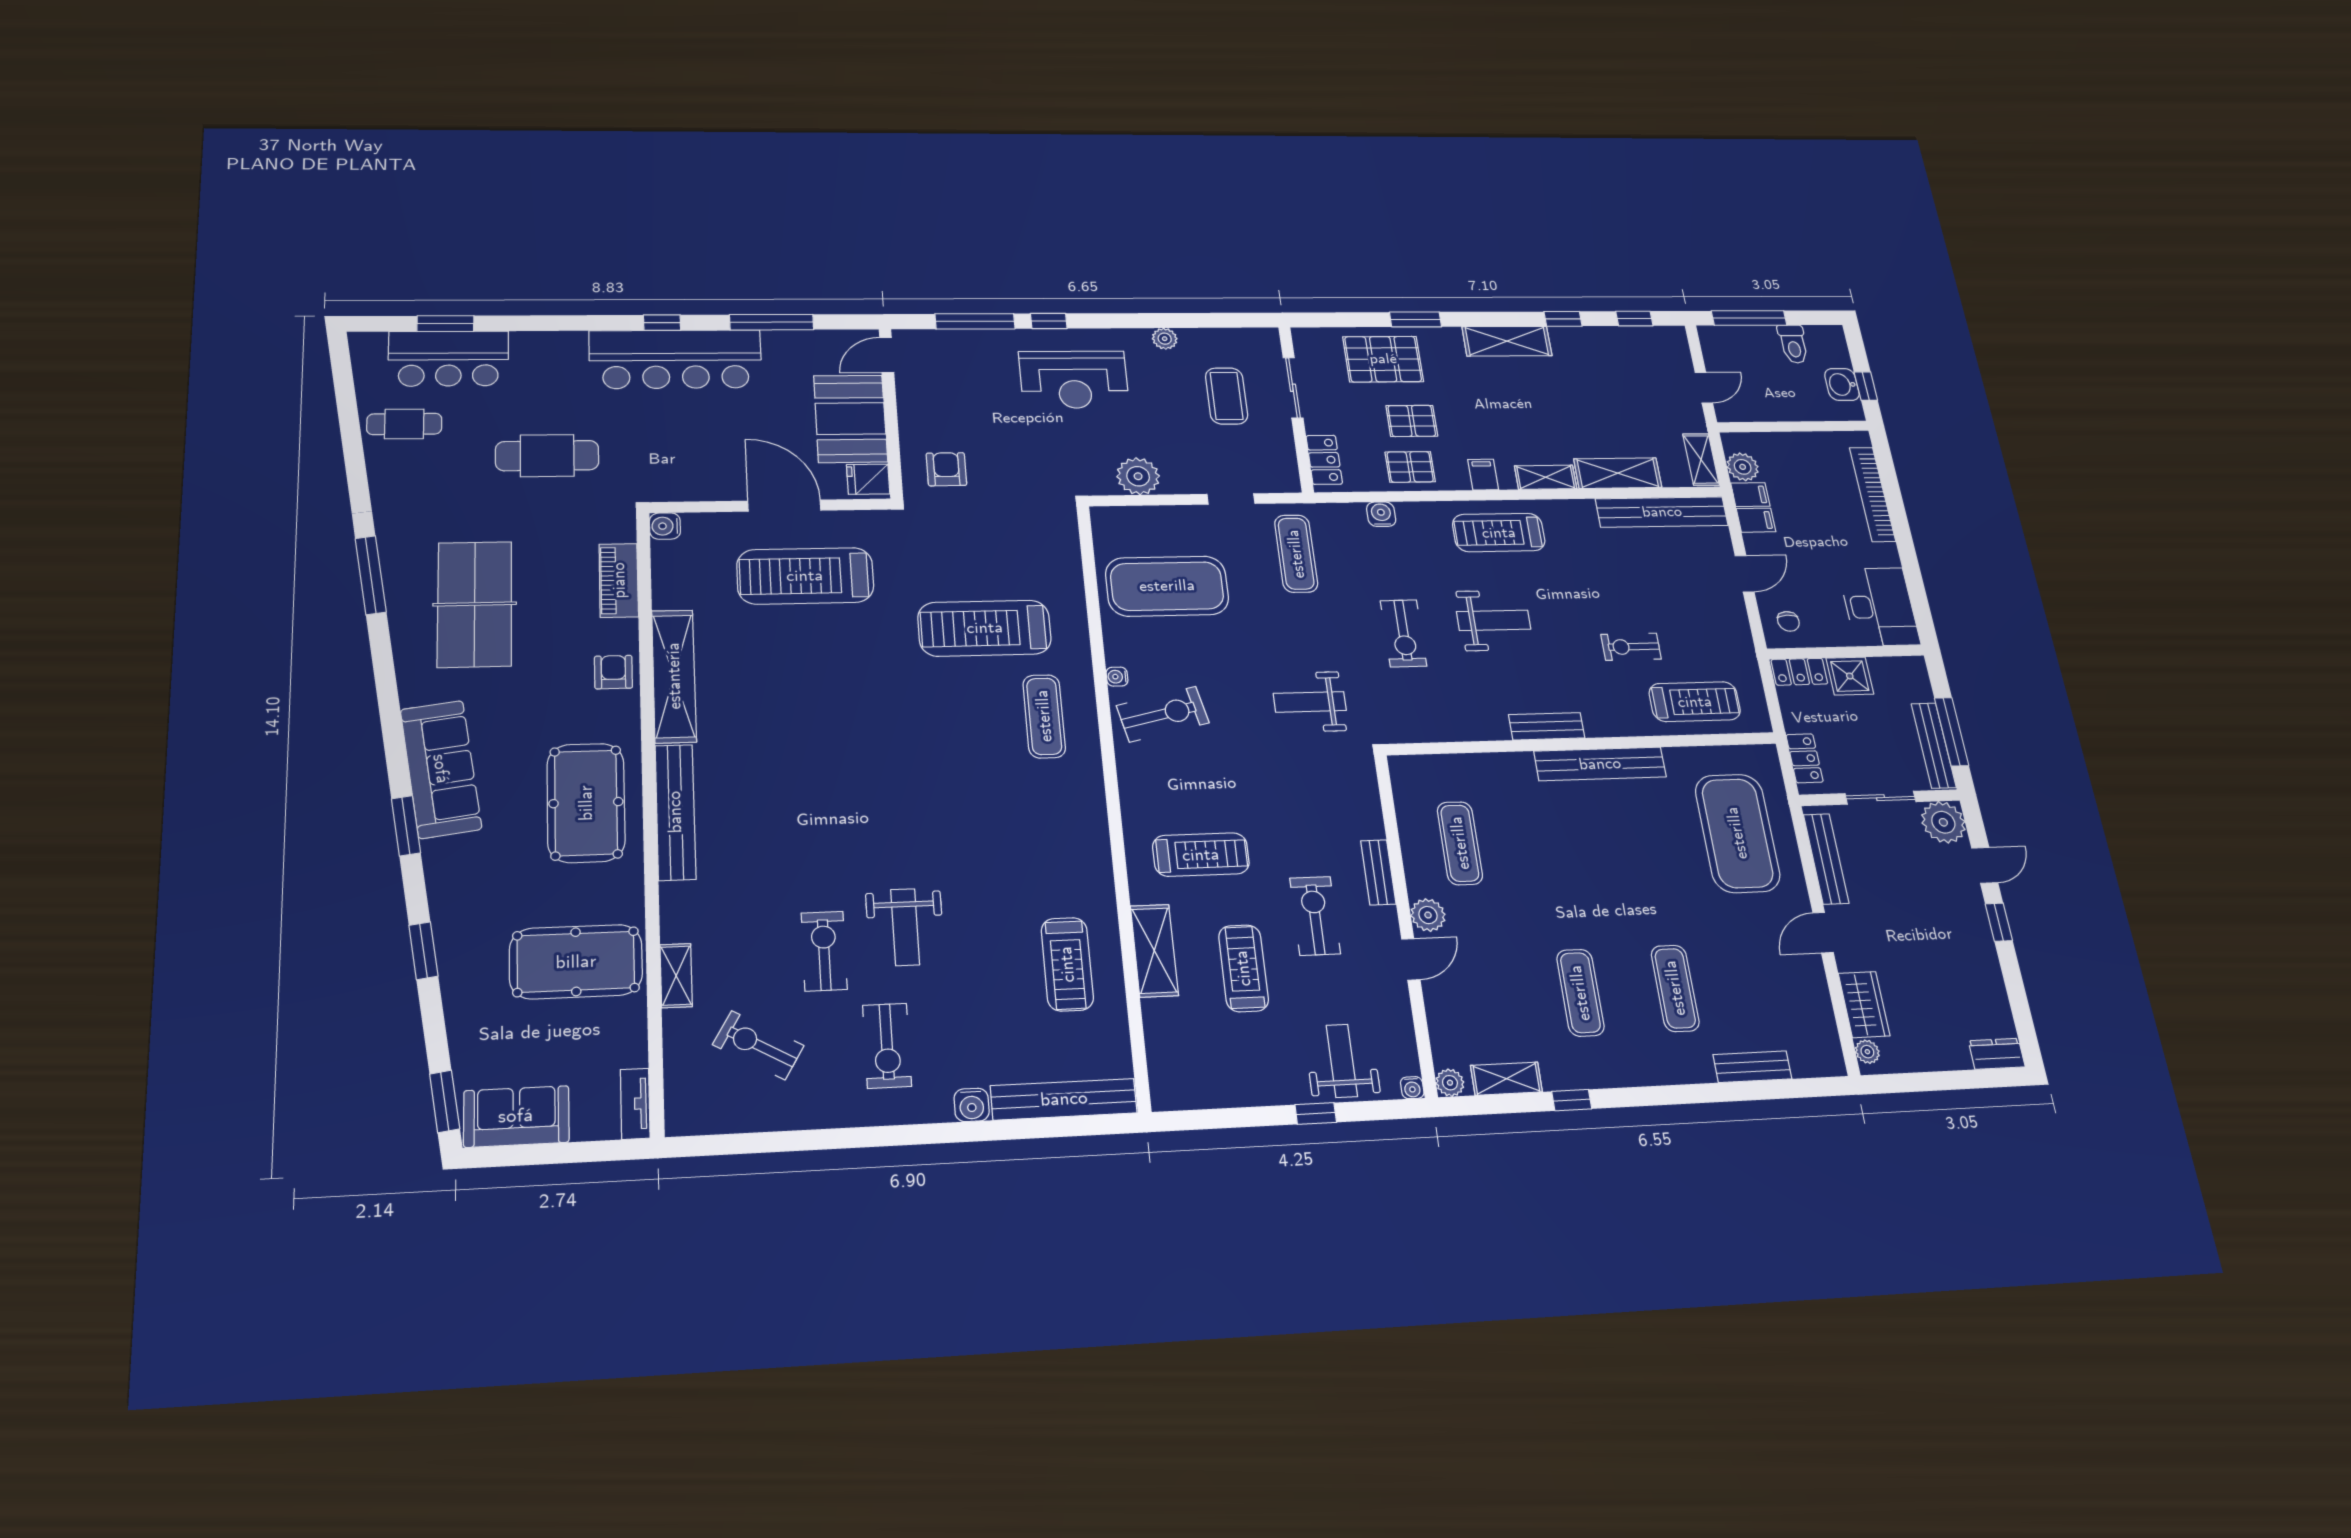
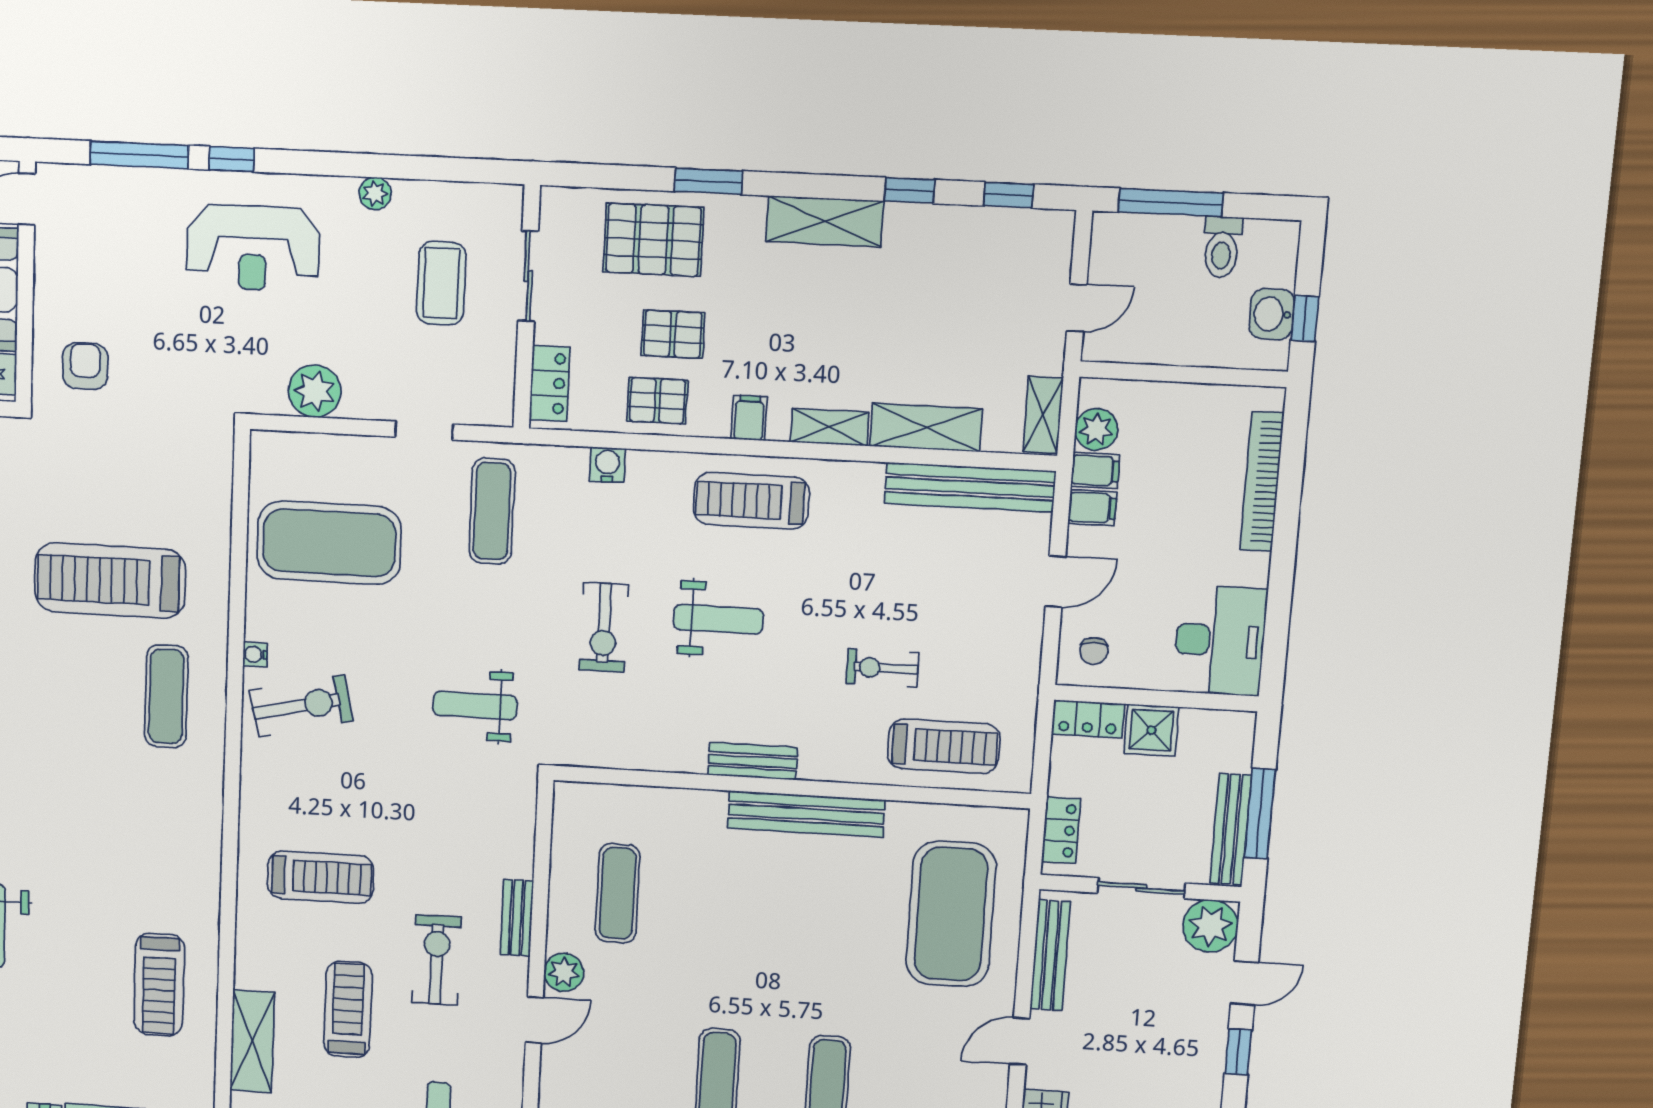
shelving: (1154, 951) -> (252, 1041), moved

